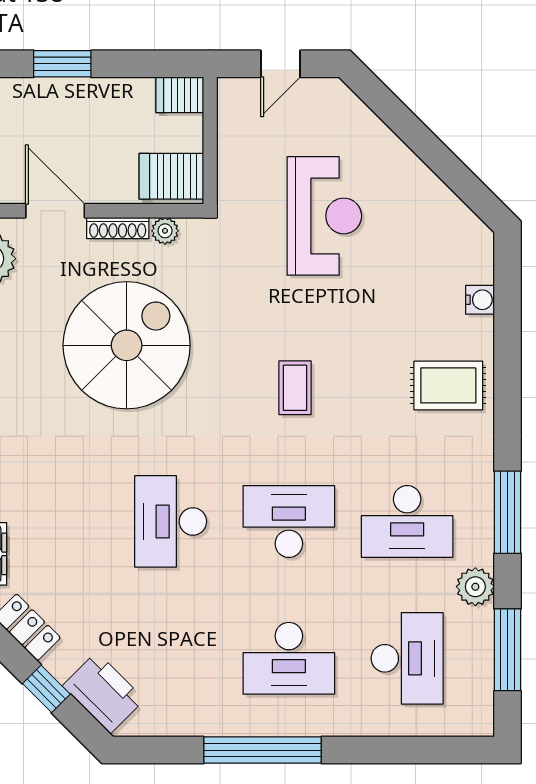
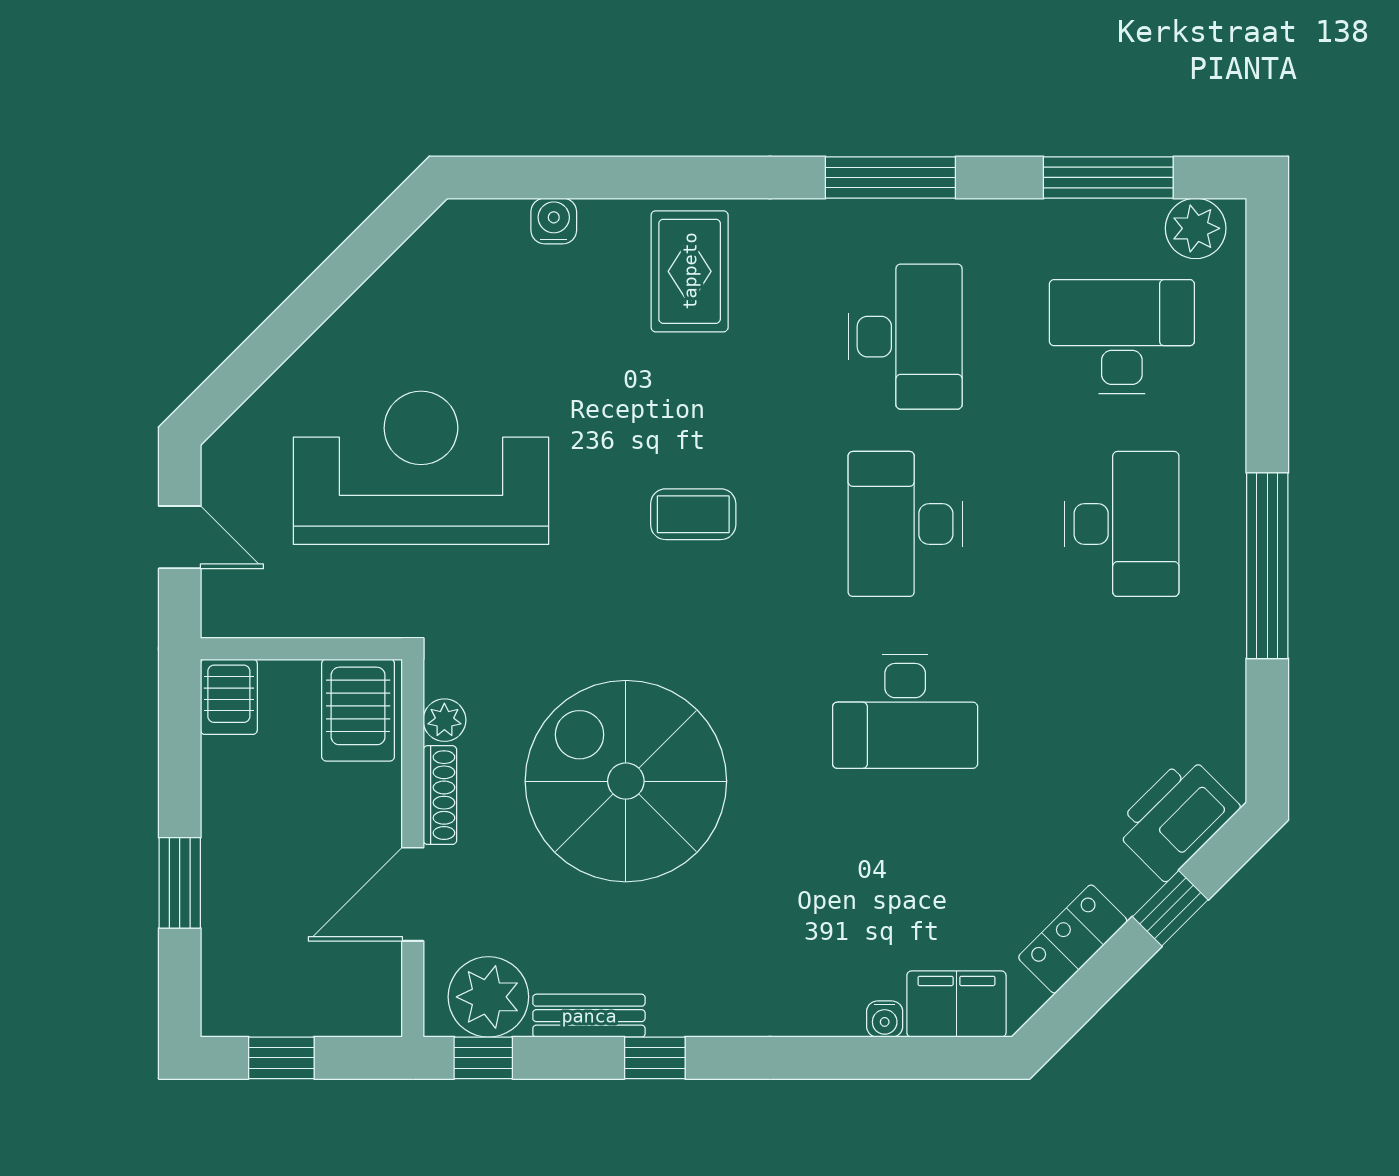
reception desk: (324, 216) -> (421, 468), width x1.36, depth x1.30
plant: (475, 587) -> (1196, 228), moved

